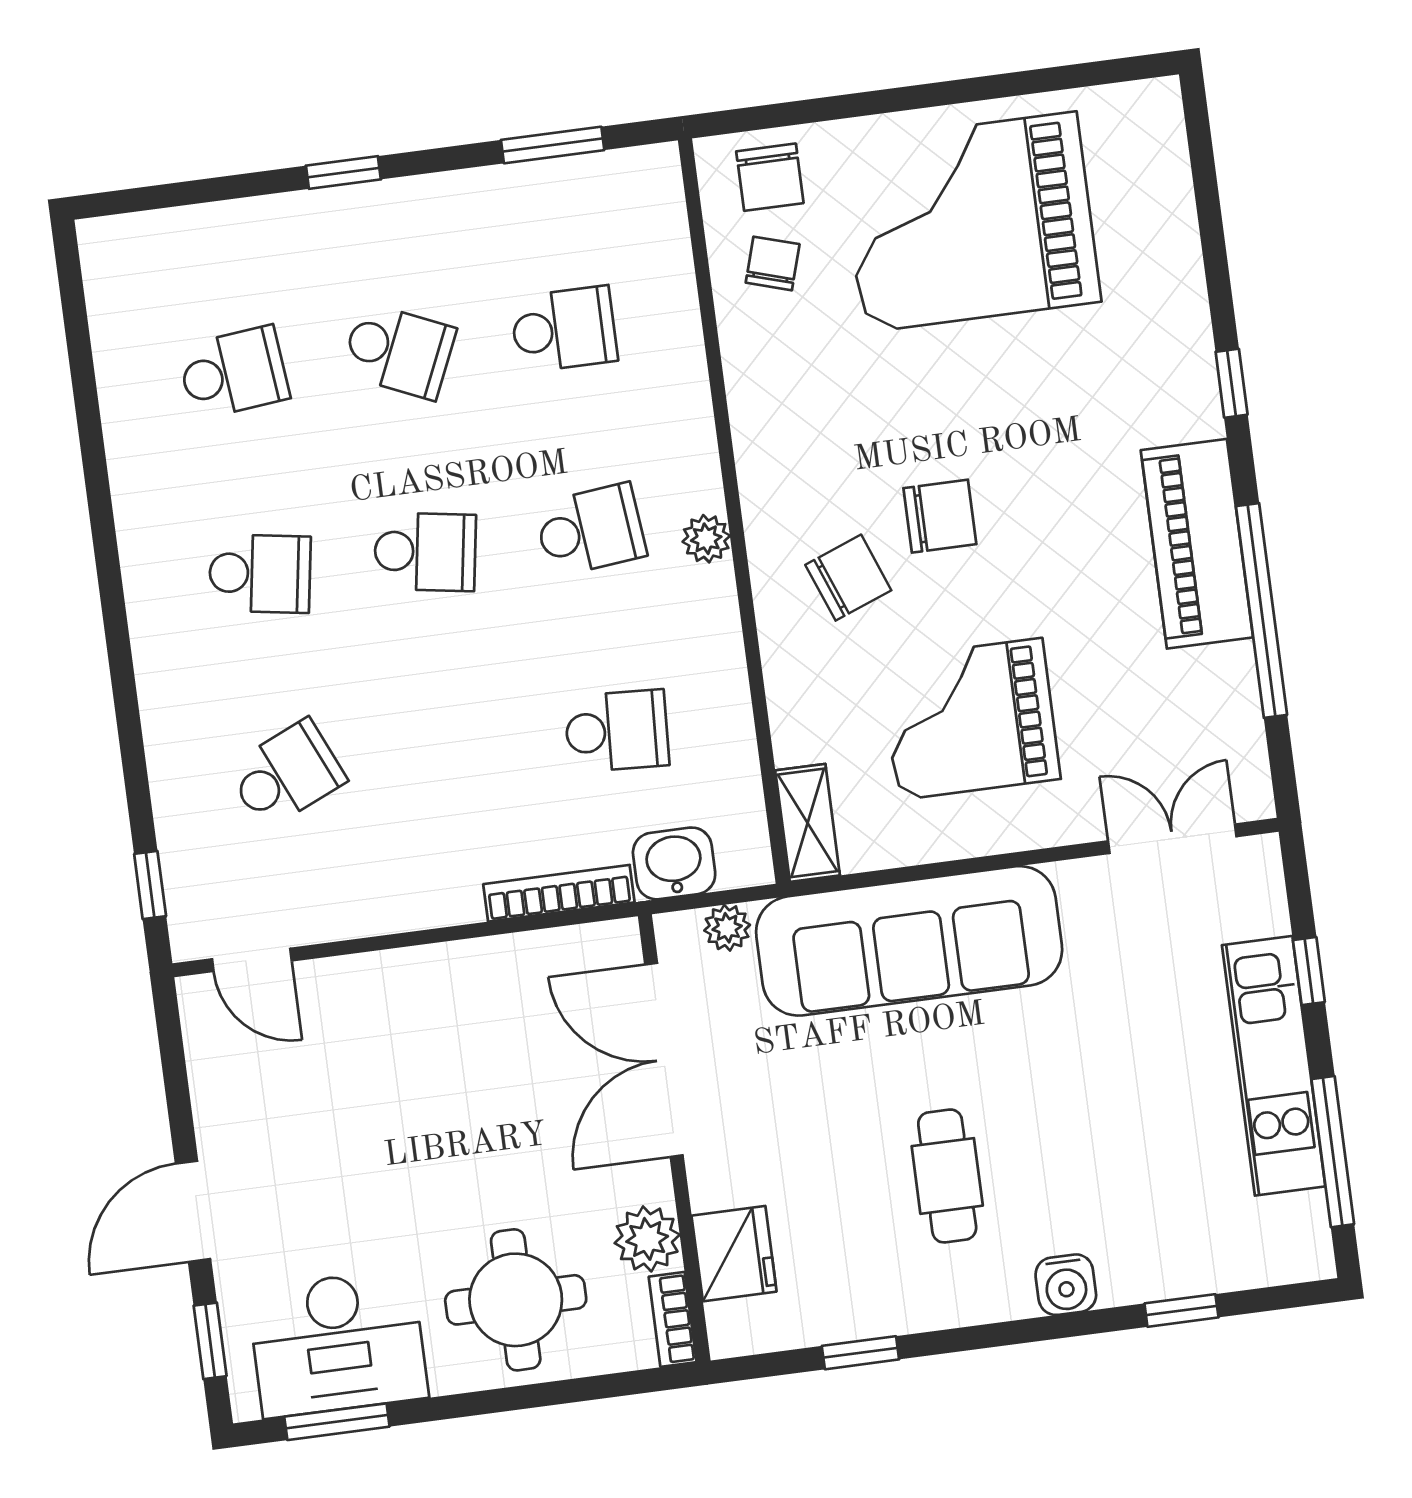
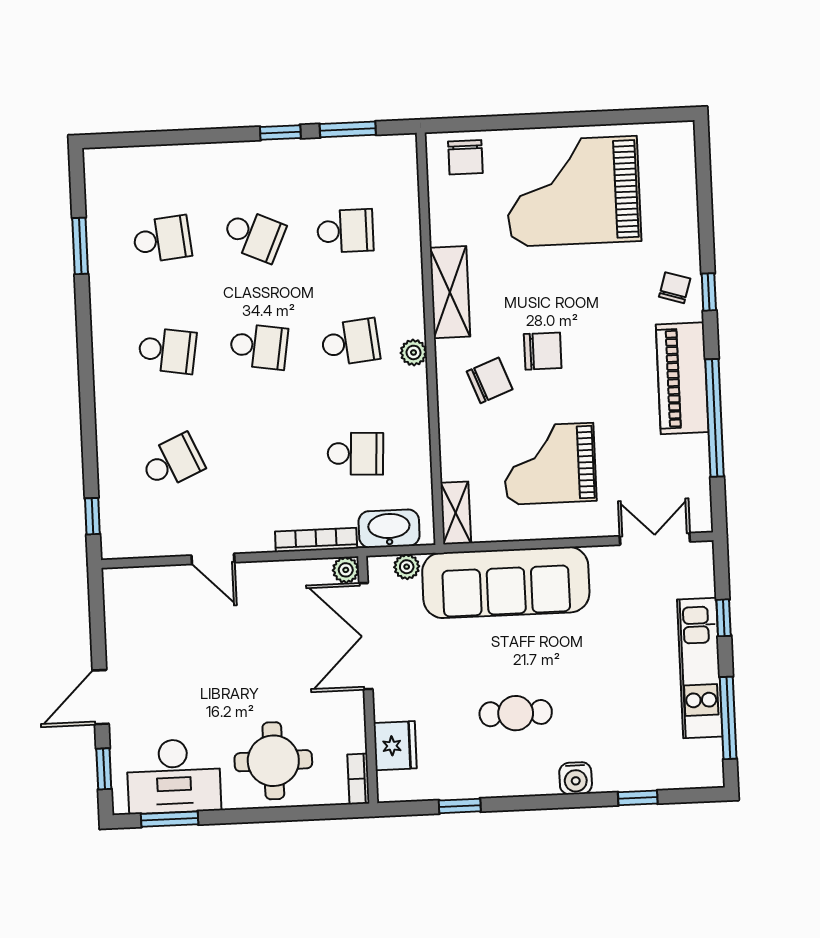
window: (343, 173) -> (280, 132), moved
chair: (773, 263) -> (675, 288), moved
window: (86, 398) -> (80, 246), added
shelving: (763, 424) -> (450, 292), added
washbasin: (674, 863) -> (389, 529), width x1.38
door: (252, 960) -> (213, 559), moved
cafe table: (947, 1176) -> (516, 713), turned 90
plant: (647, 1239) -> (346, 570), moved, width x0.73, depth x0.73

